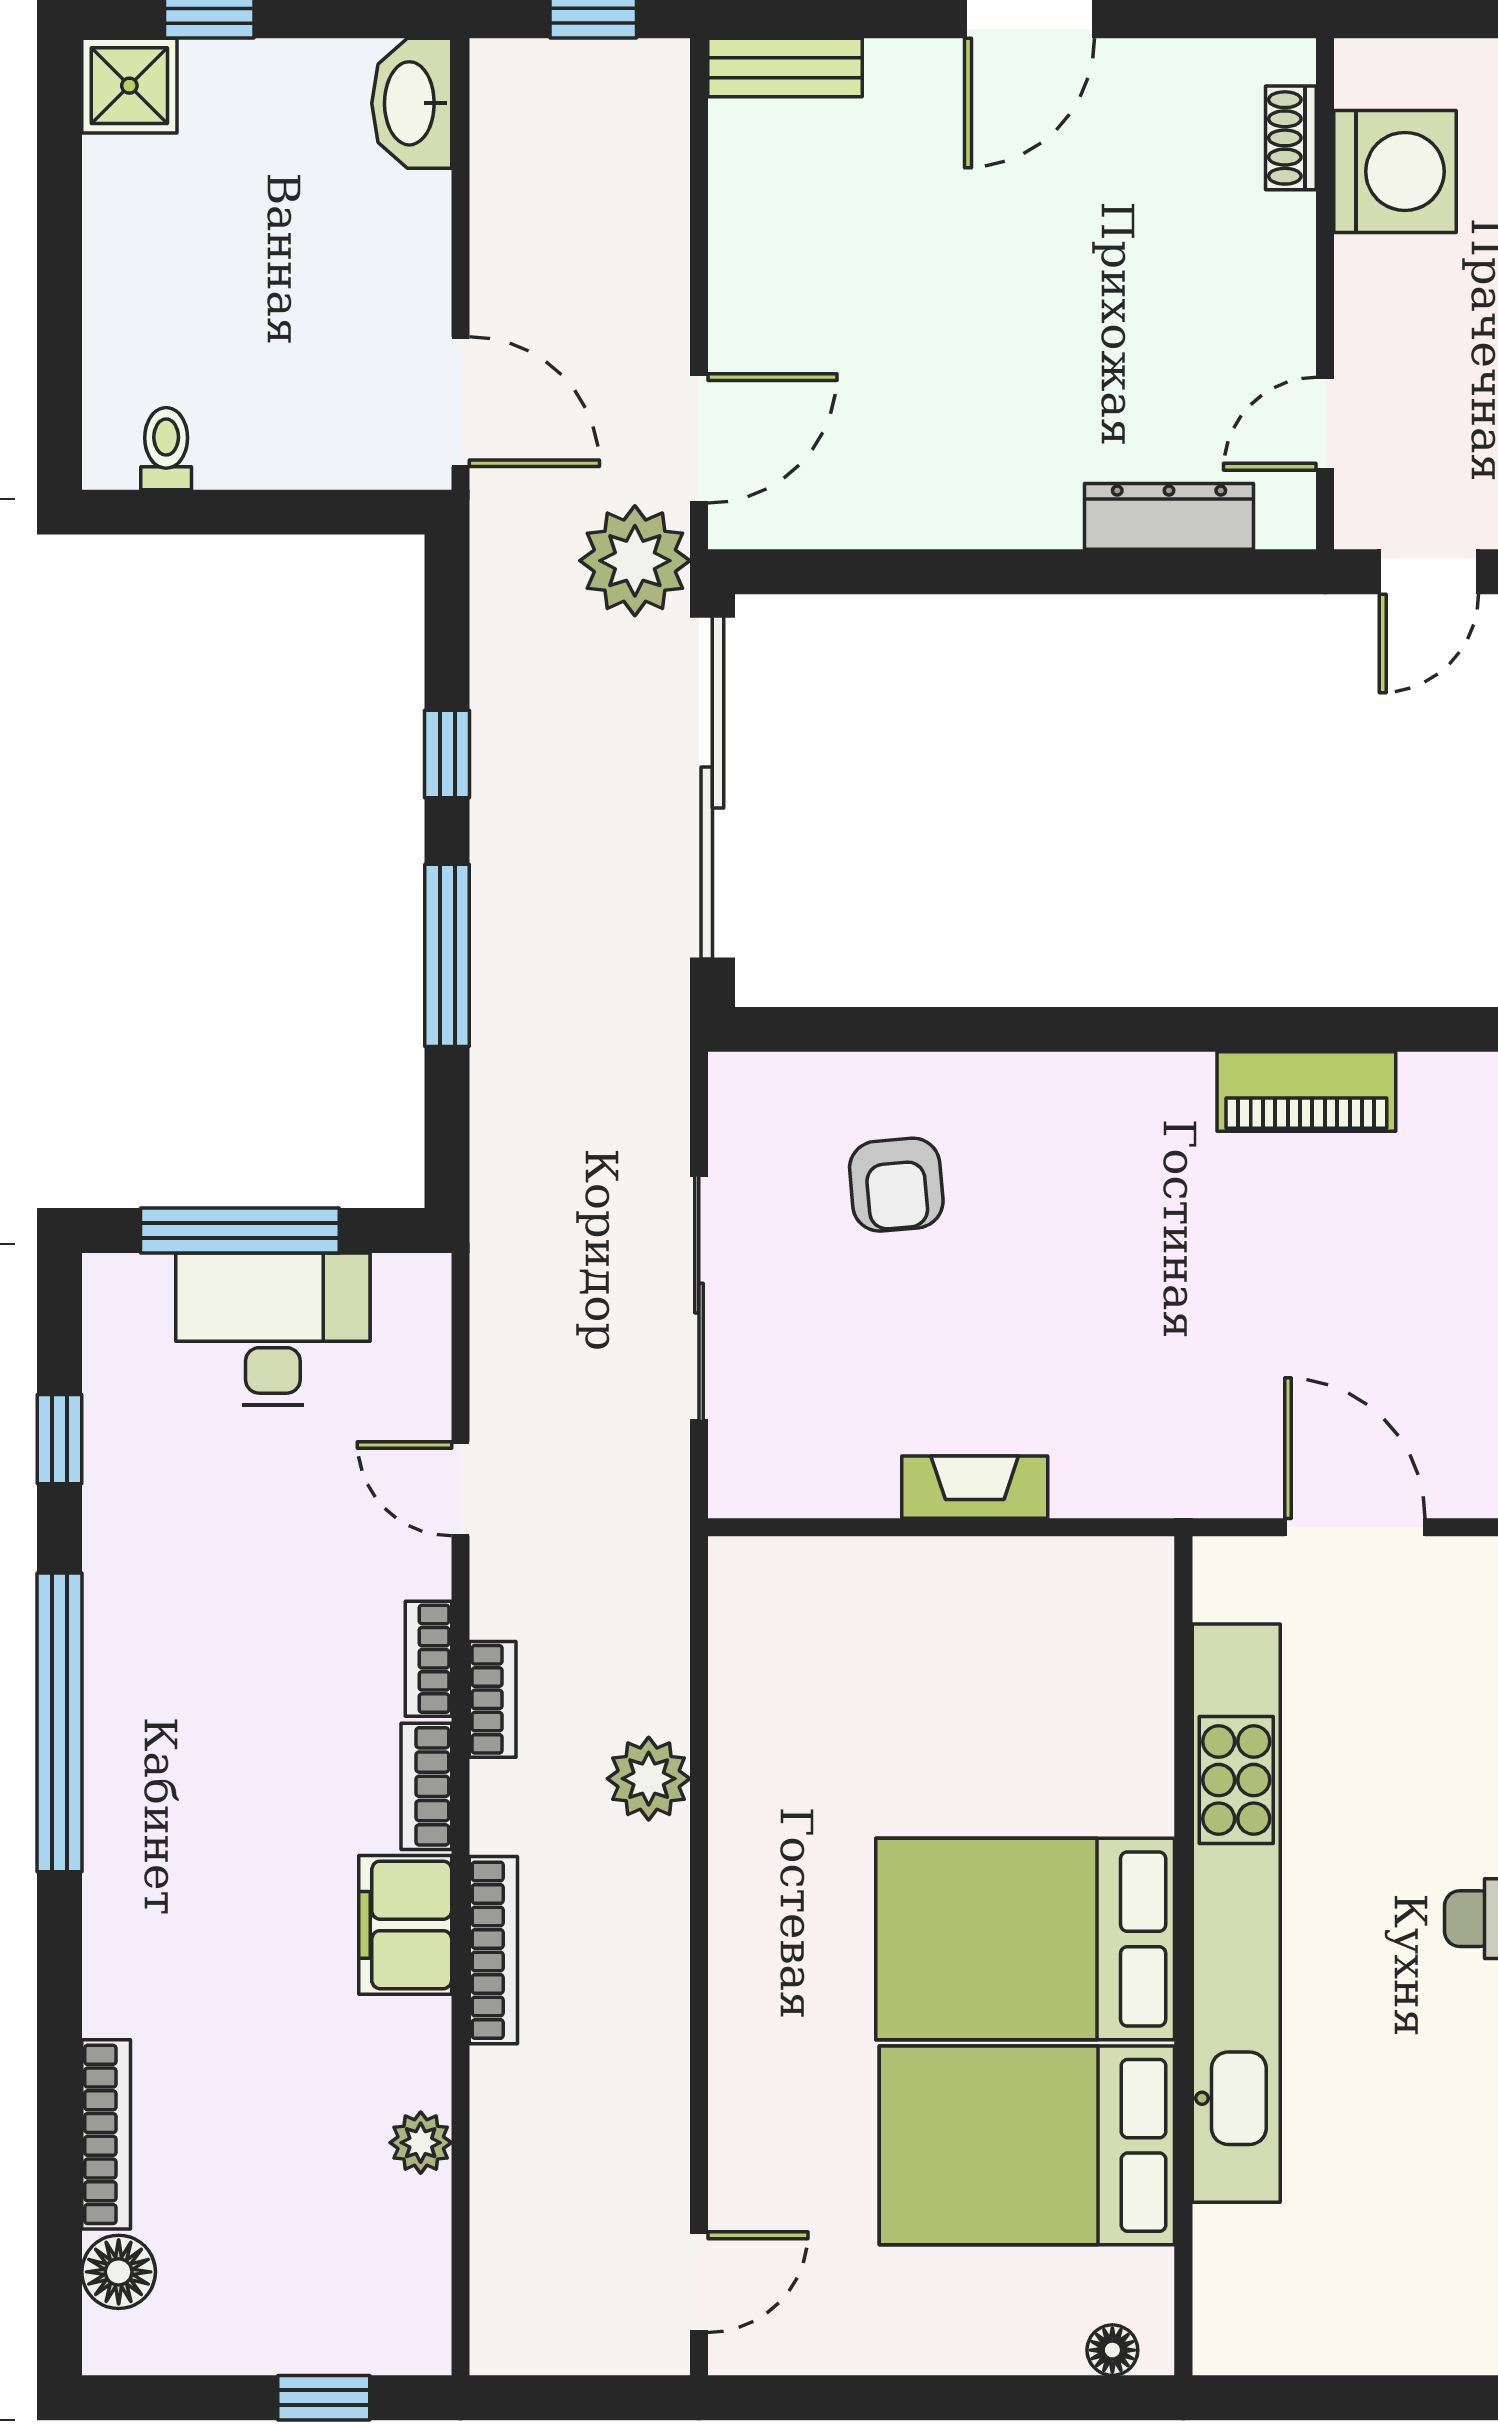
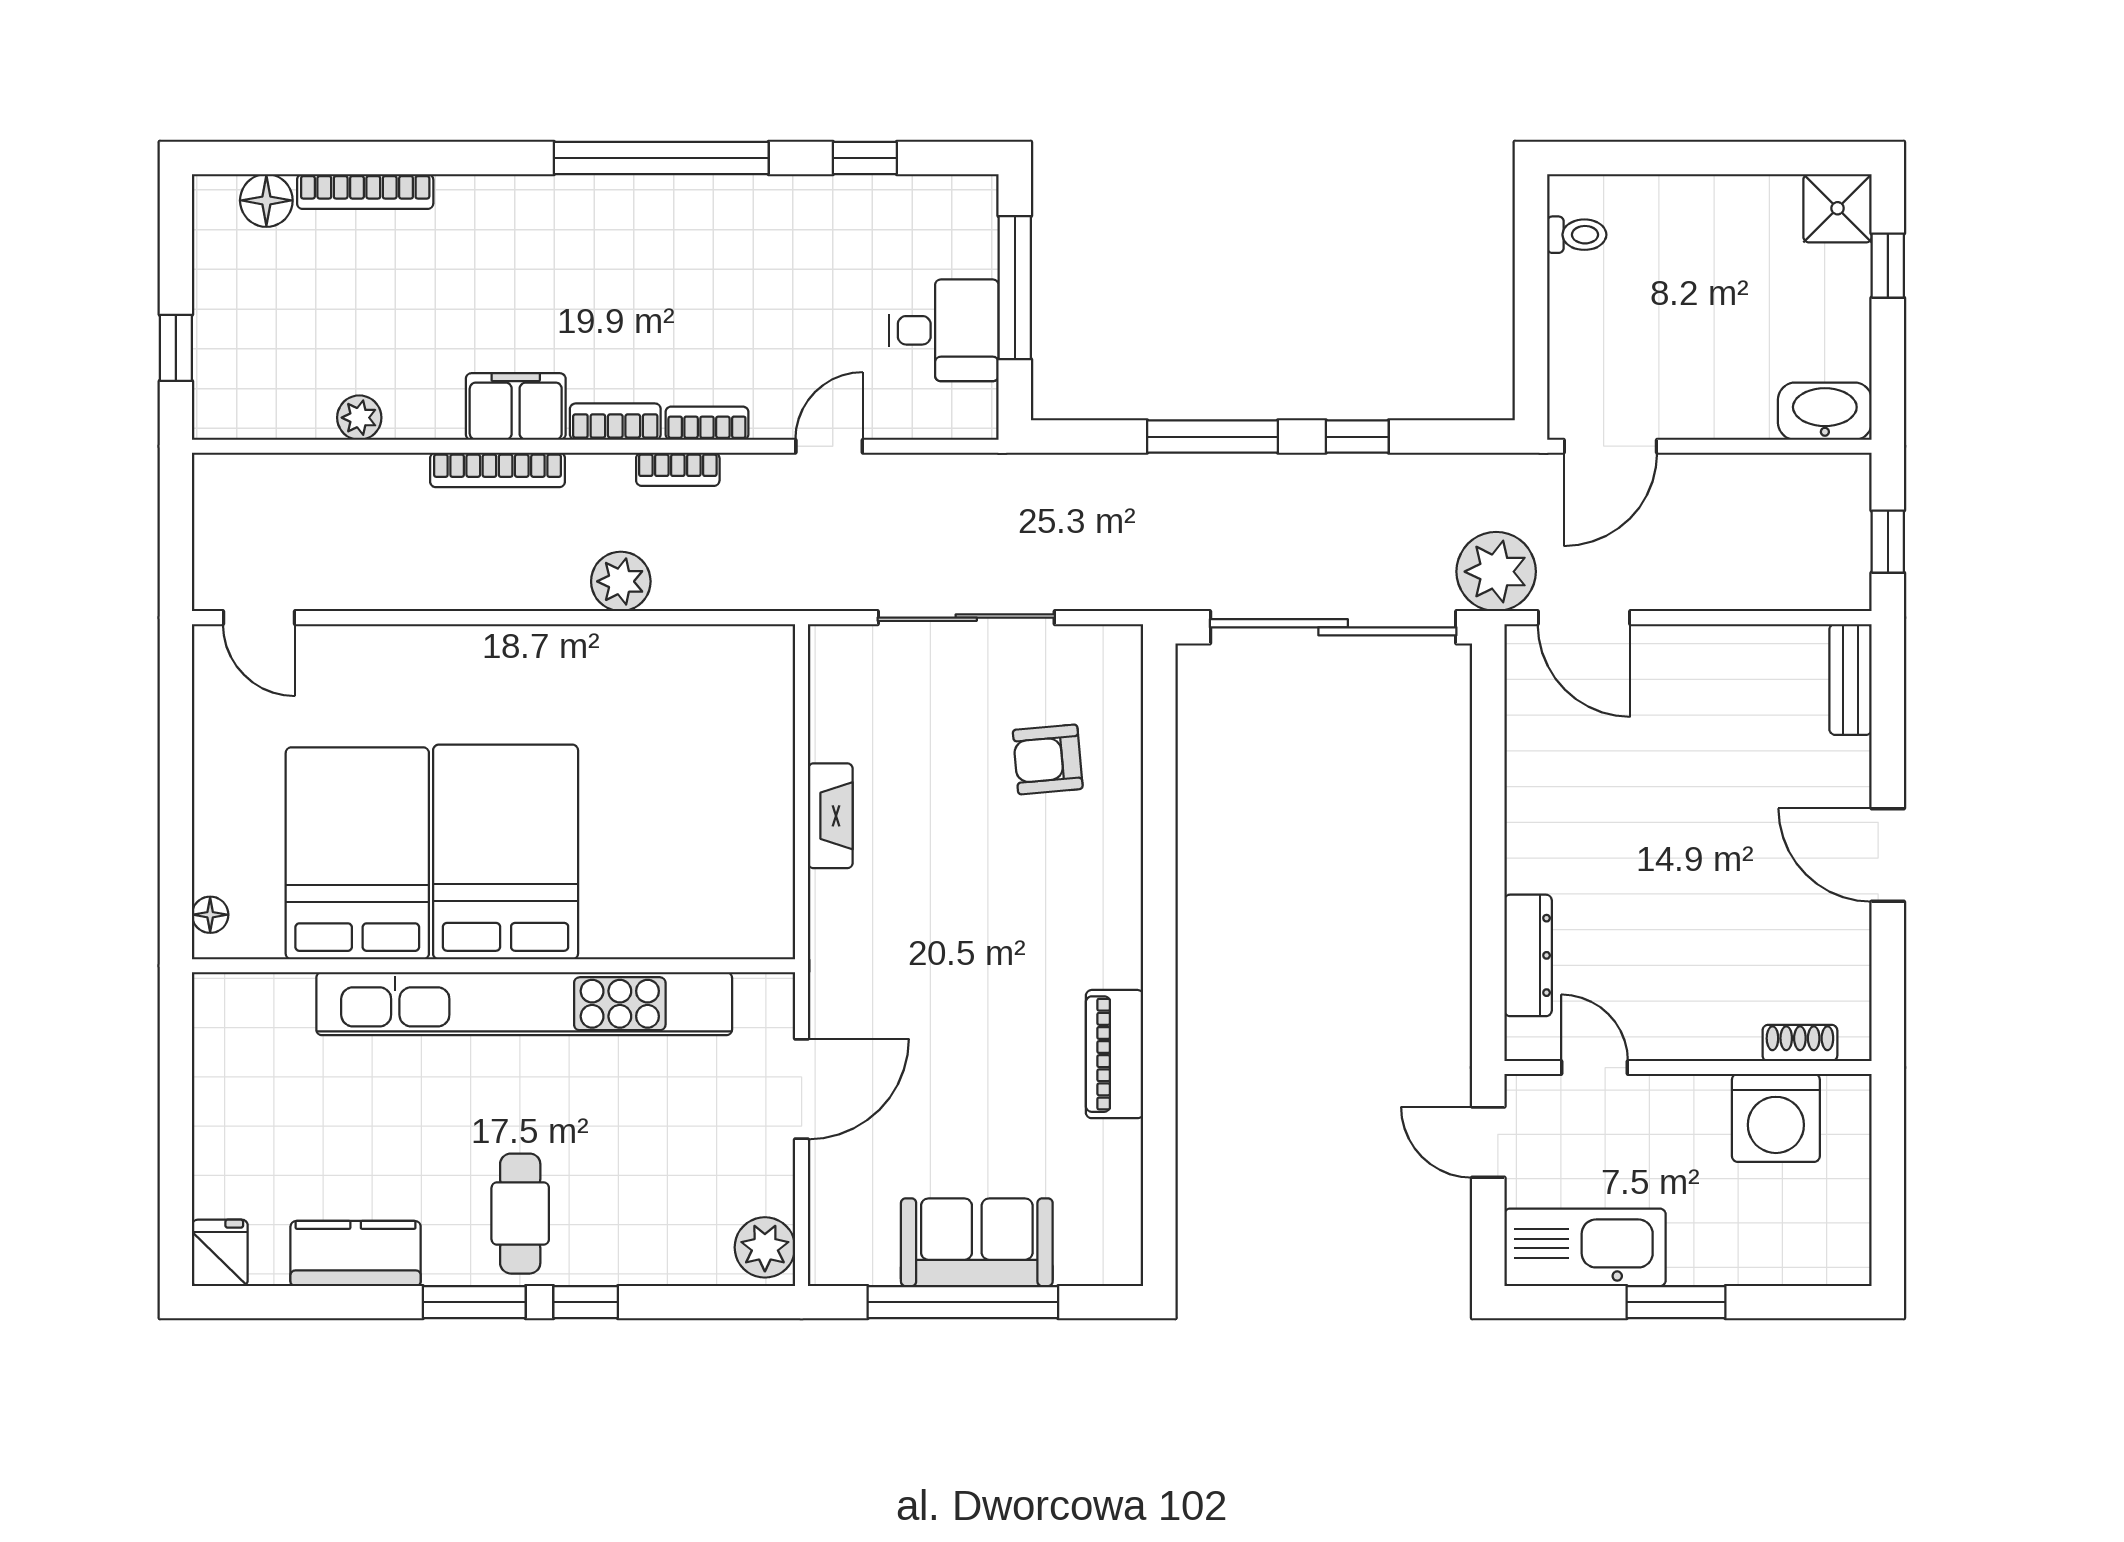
desk: (273, 1329) -> (944, 330), width x0.73

